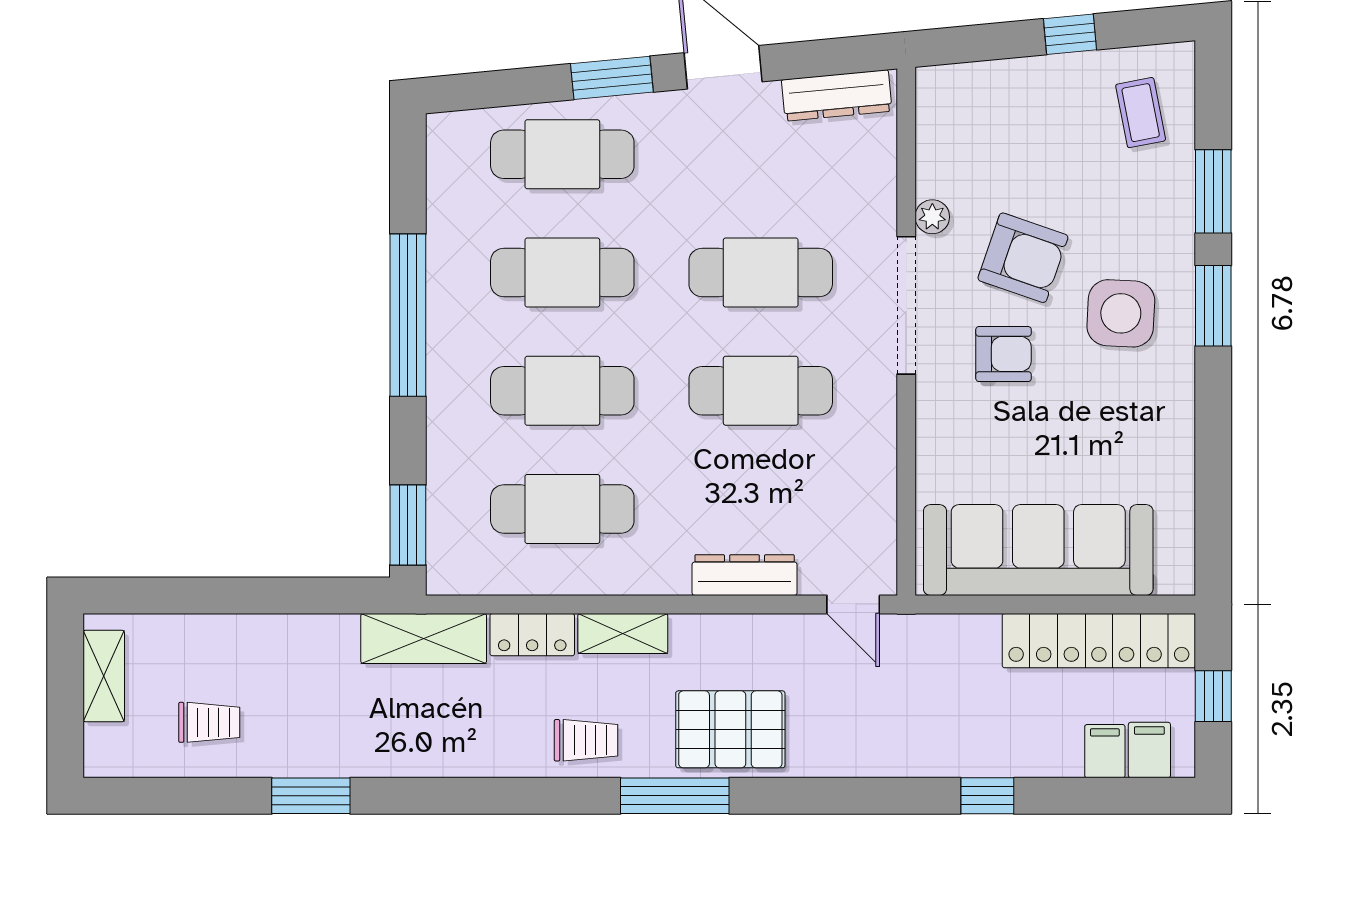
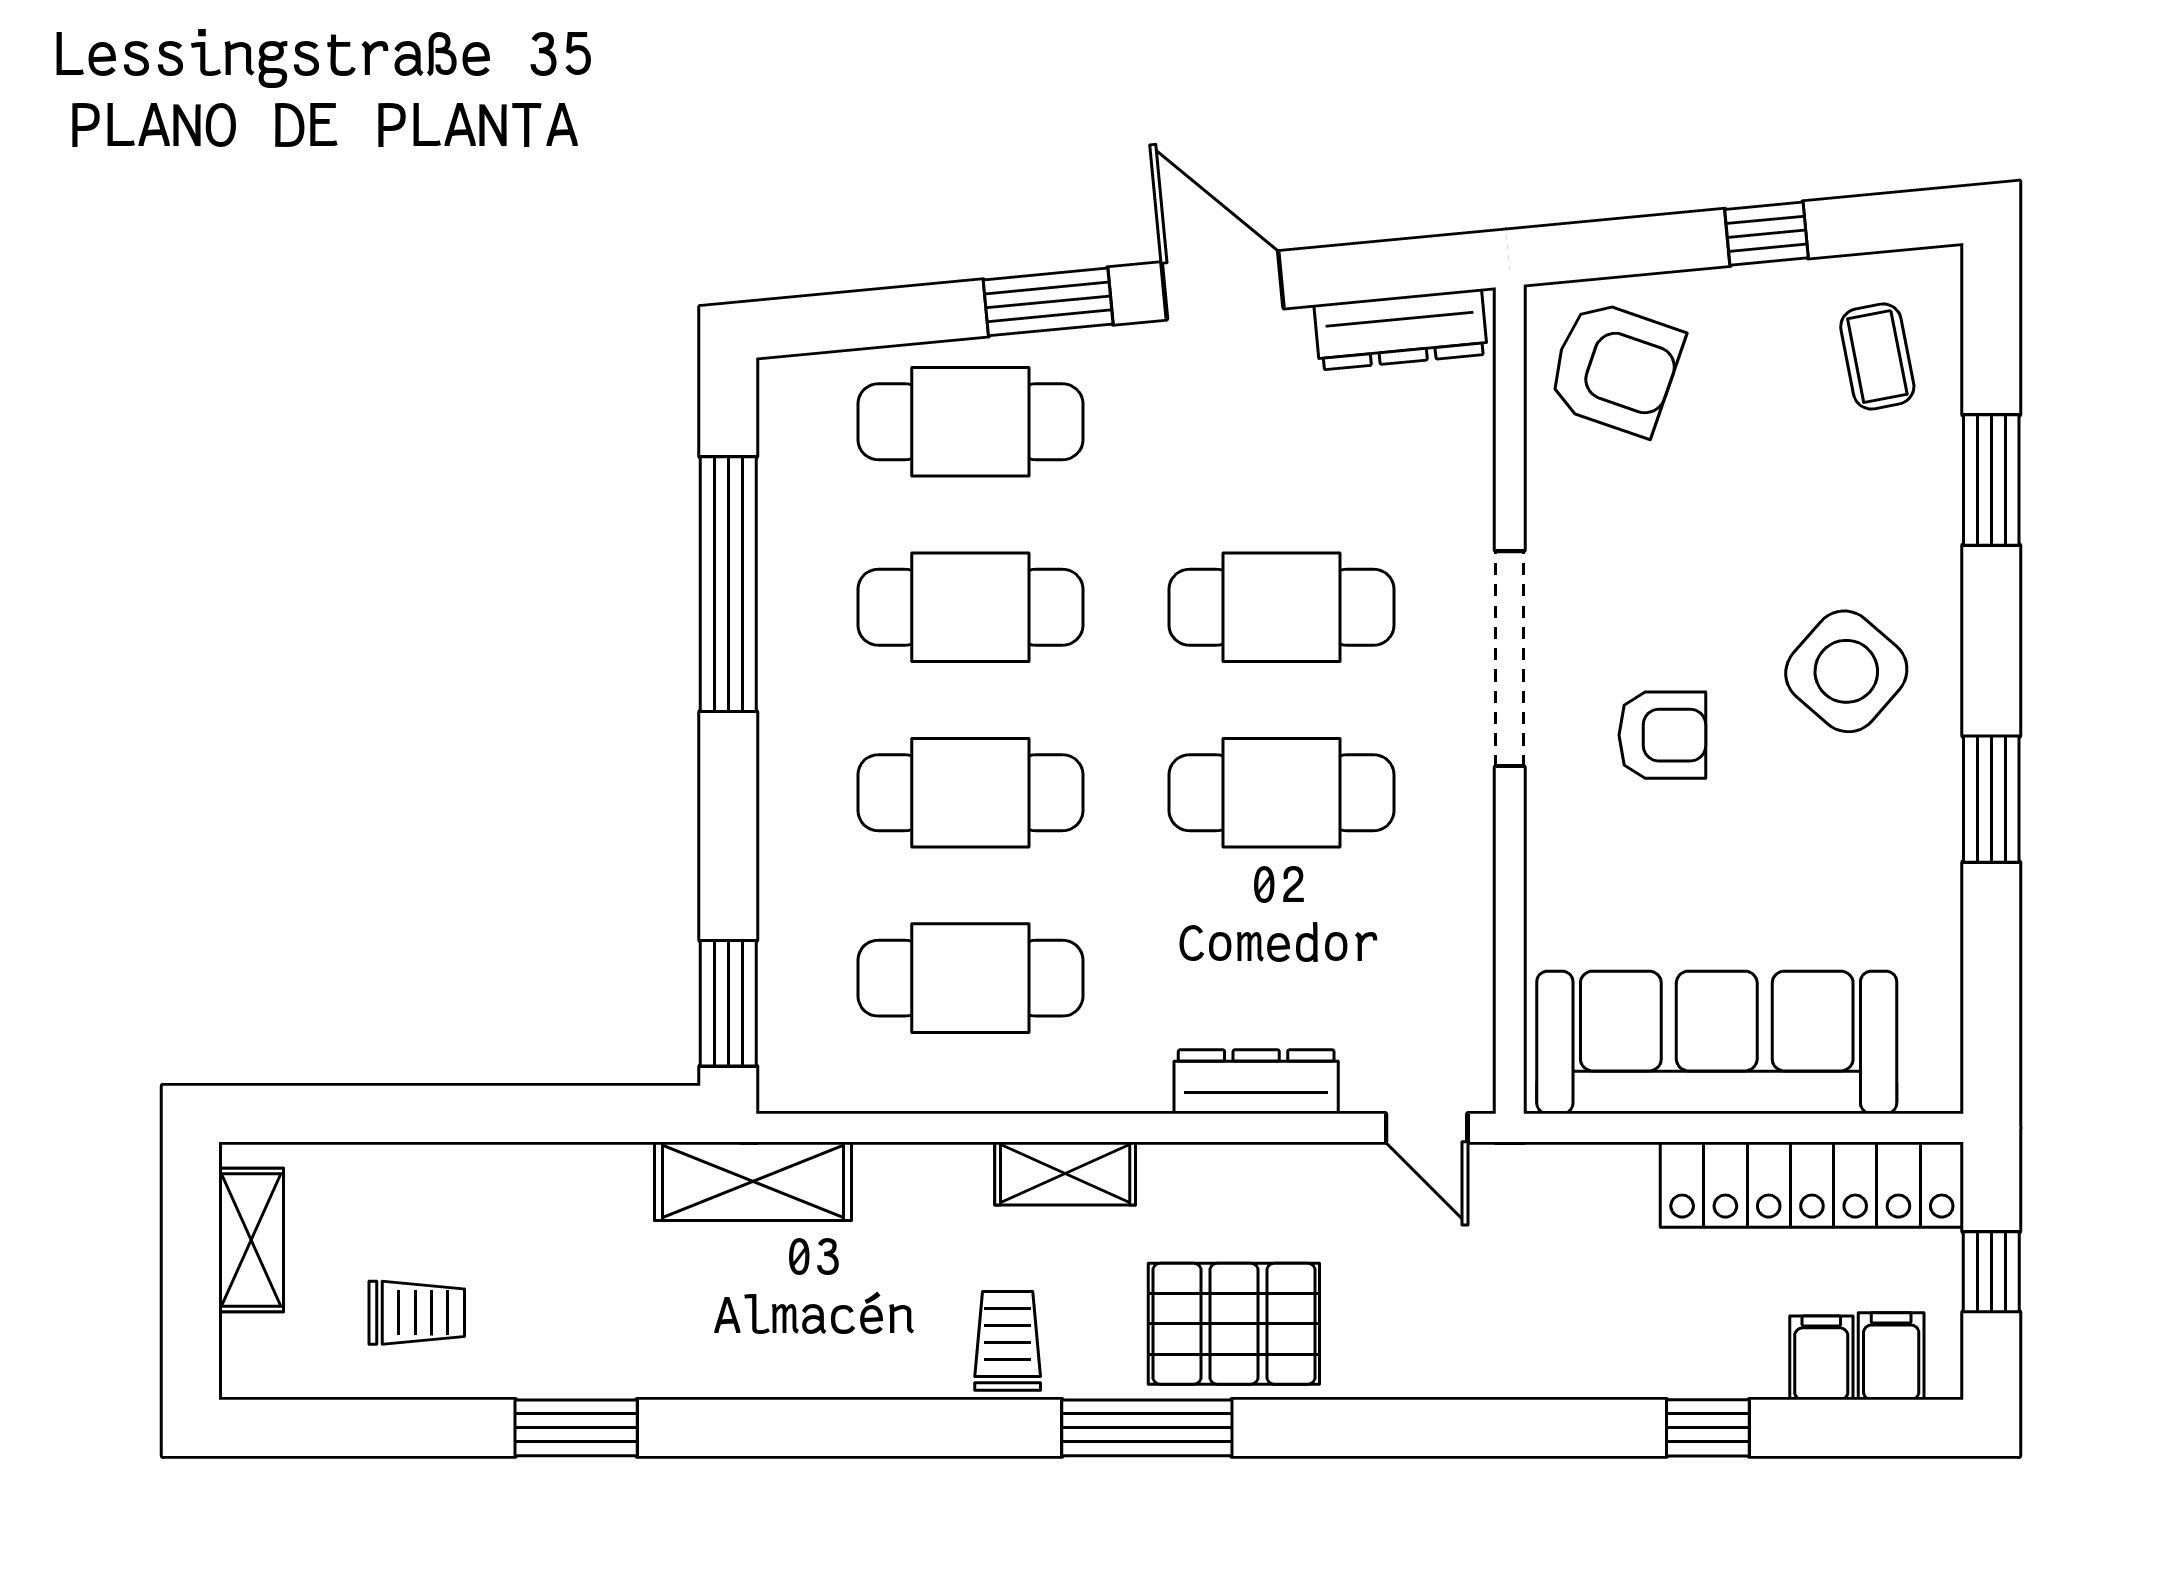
plant: (932, 217) -> (1551, 520), removed
armchair: (1023, 258) -> (1615, 368), moved
window: (1213, 306) -> (1991, 799), moved
side table: (1121, 313) -> (1846, 671), turned 38
window: (408, 315) -> (728, 584), moved
locker: (532, 635) -> (923, 1175), removed
trolley: (586, 740) -> (1008, 1341), turned -90
window: (987, 796) -> (1708, 1428), moved

